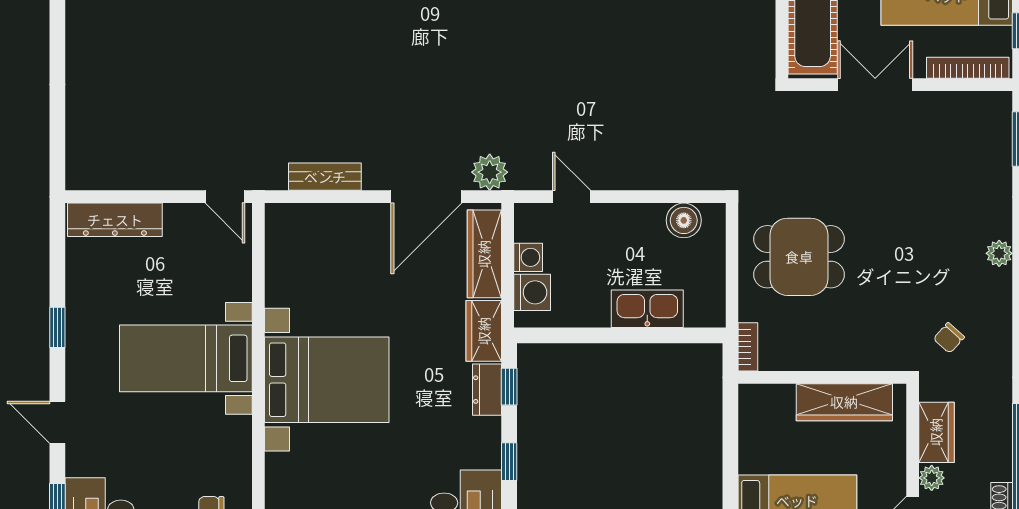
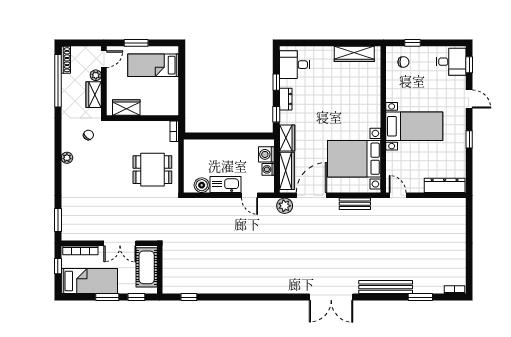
plant: (999, 253) -> (67, 158), moved
kitchen sink: (647, 309) -> (225, 185), moved, turned 180
bed with nightstands: (327, 380) -> (354, 159), moved
dresser: (487, 390) -> (286, 99), moved
wardrobe: (844, 402) -> (126, 108), width x0.67

